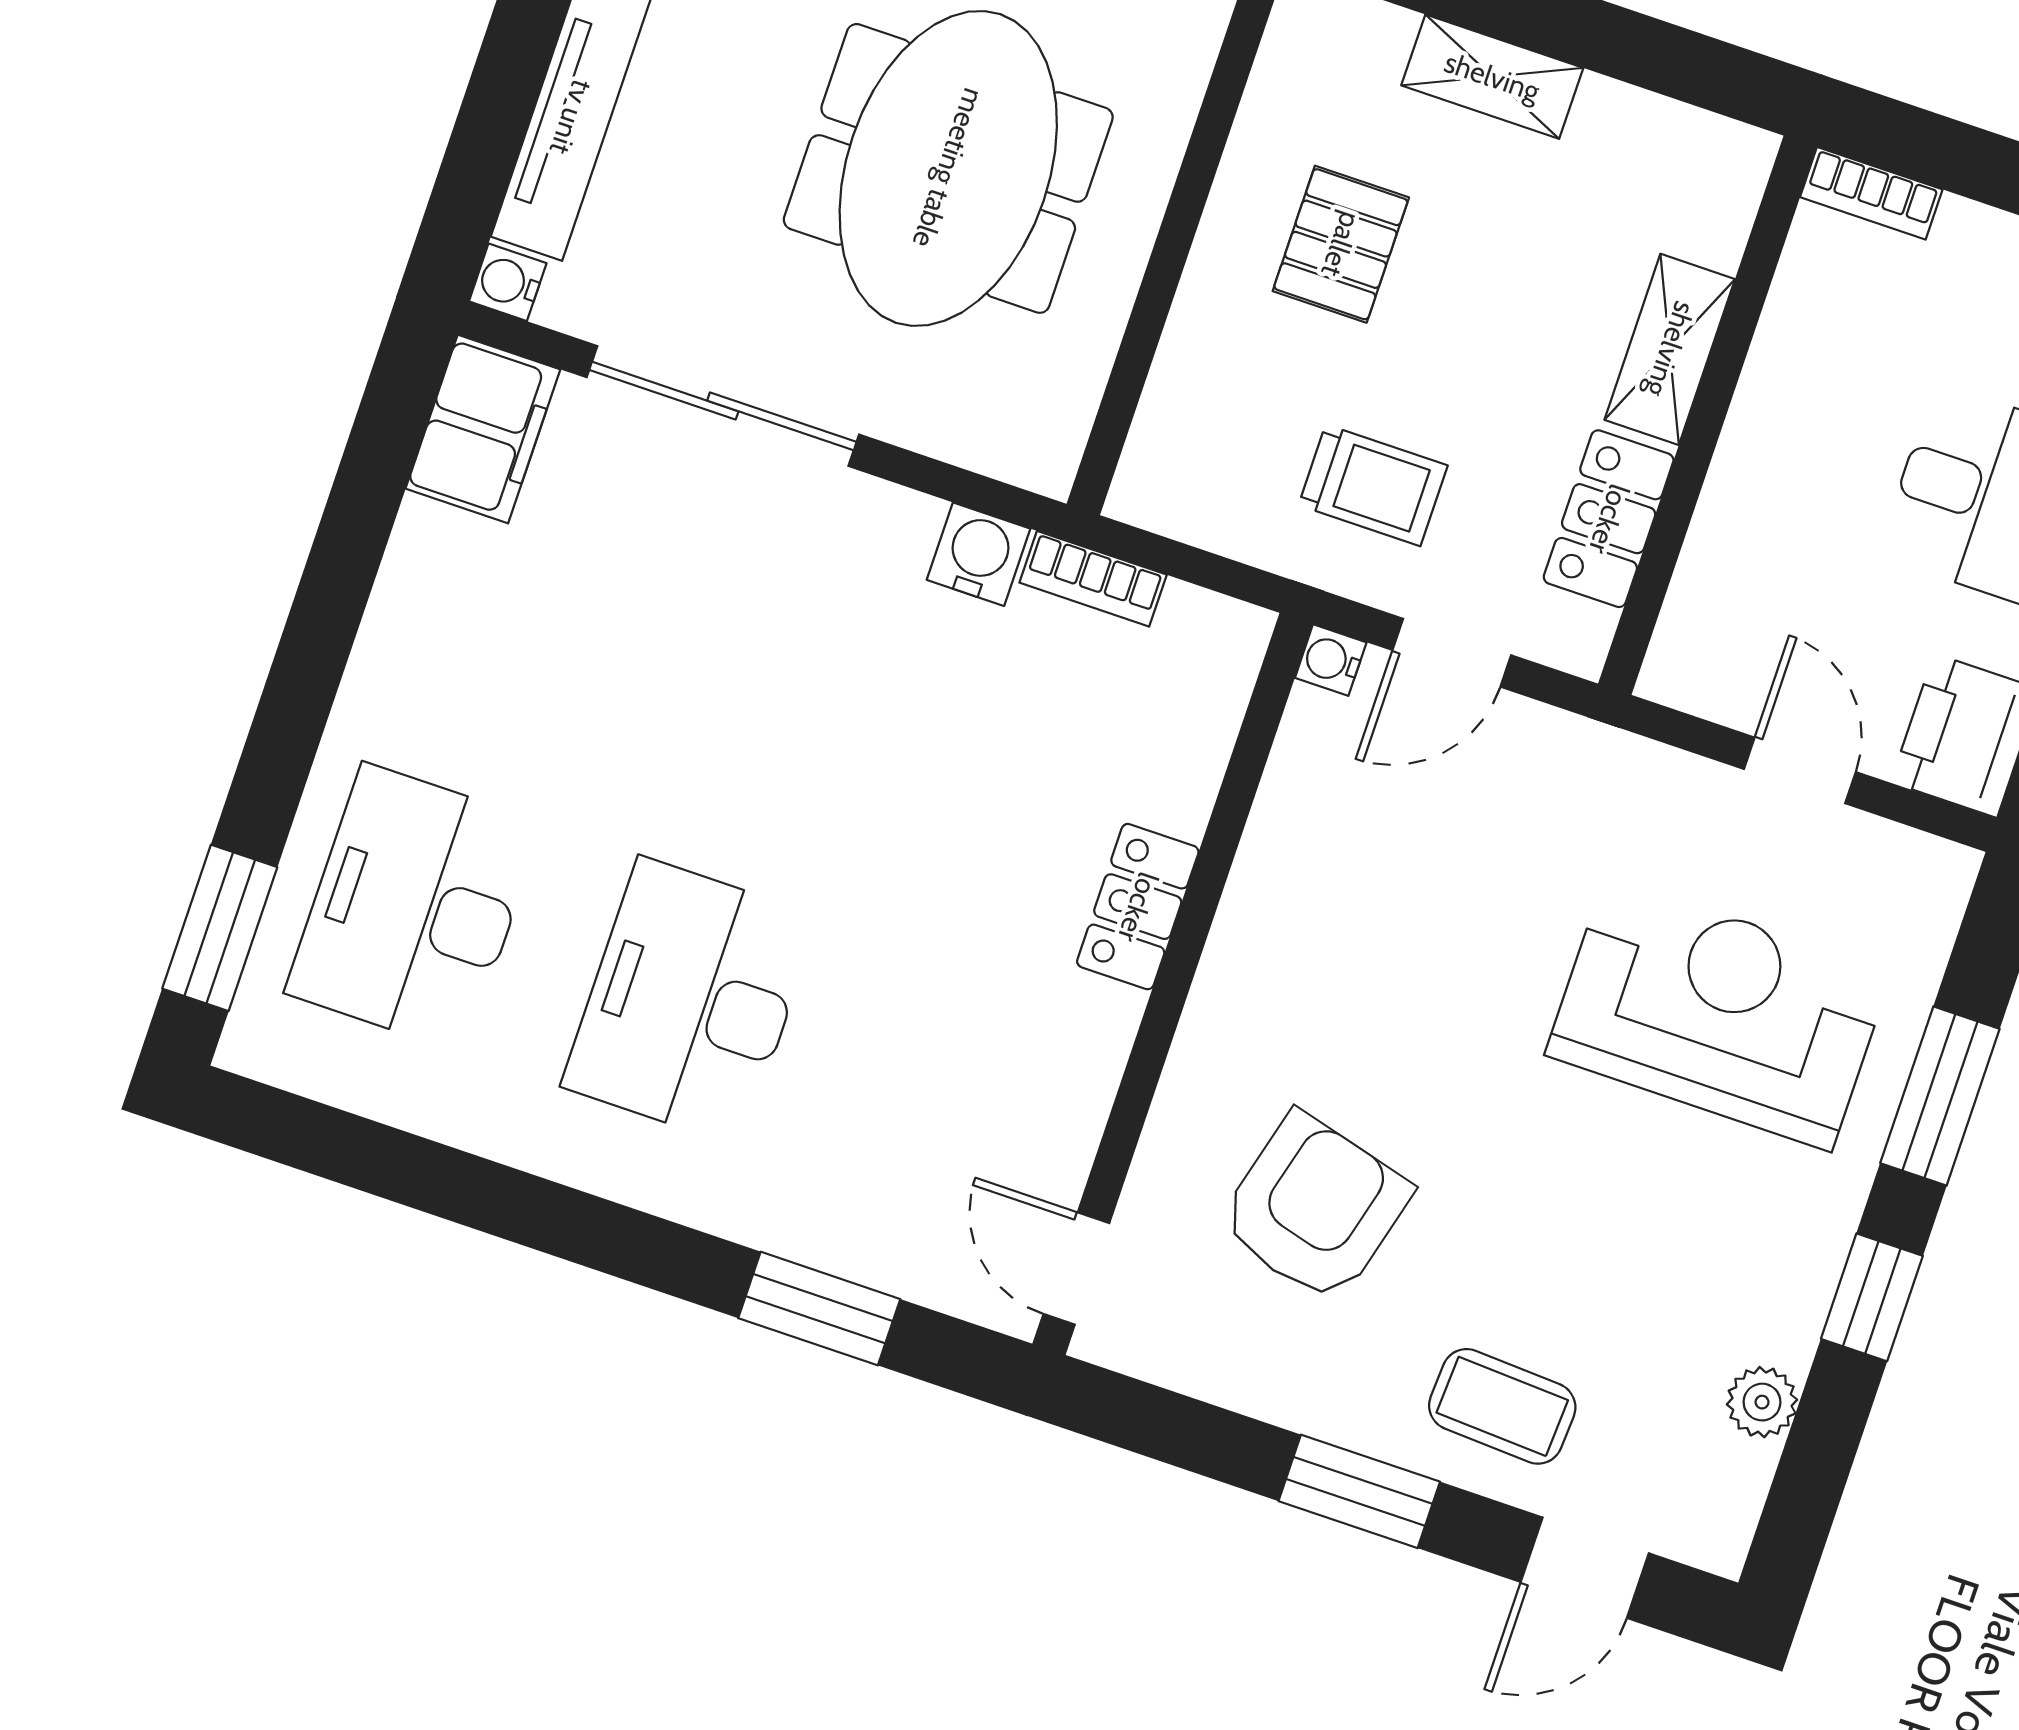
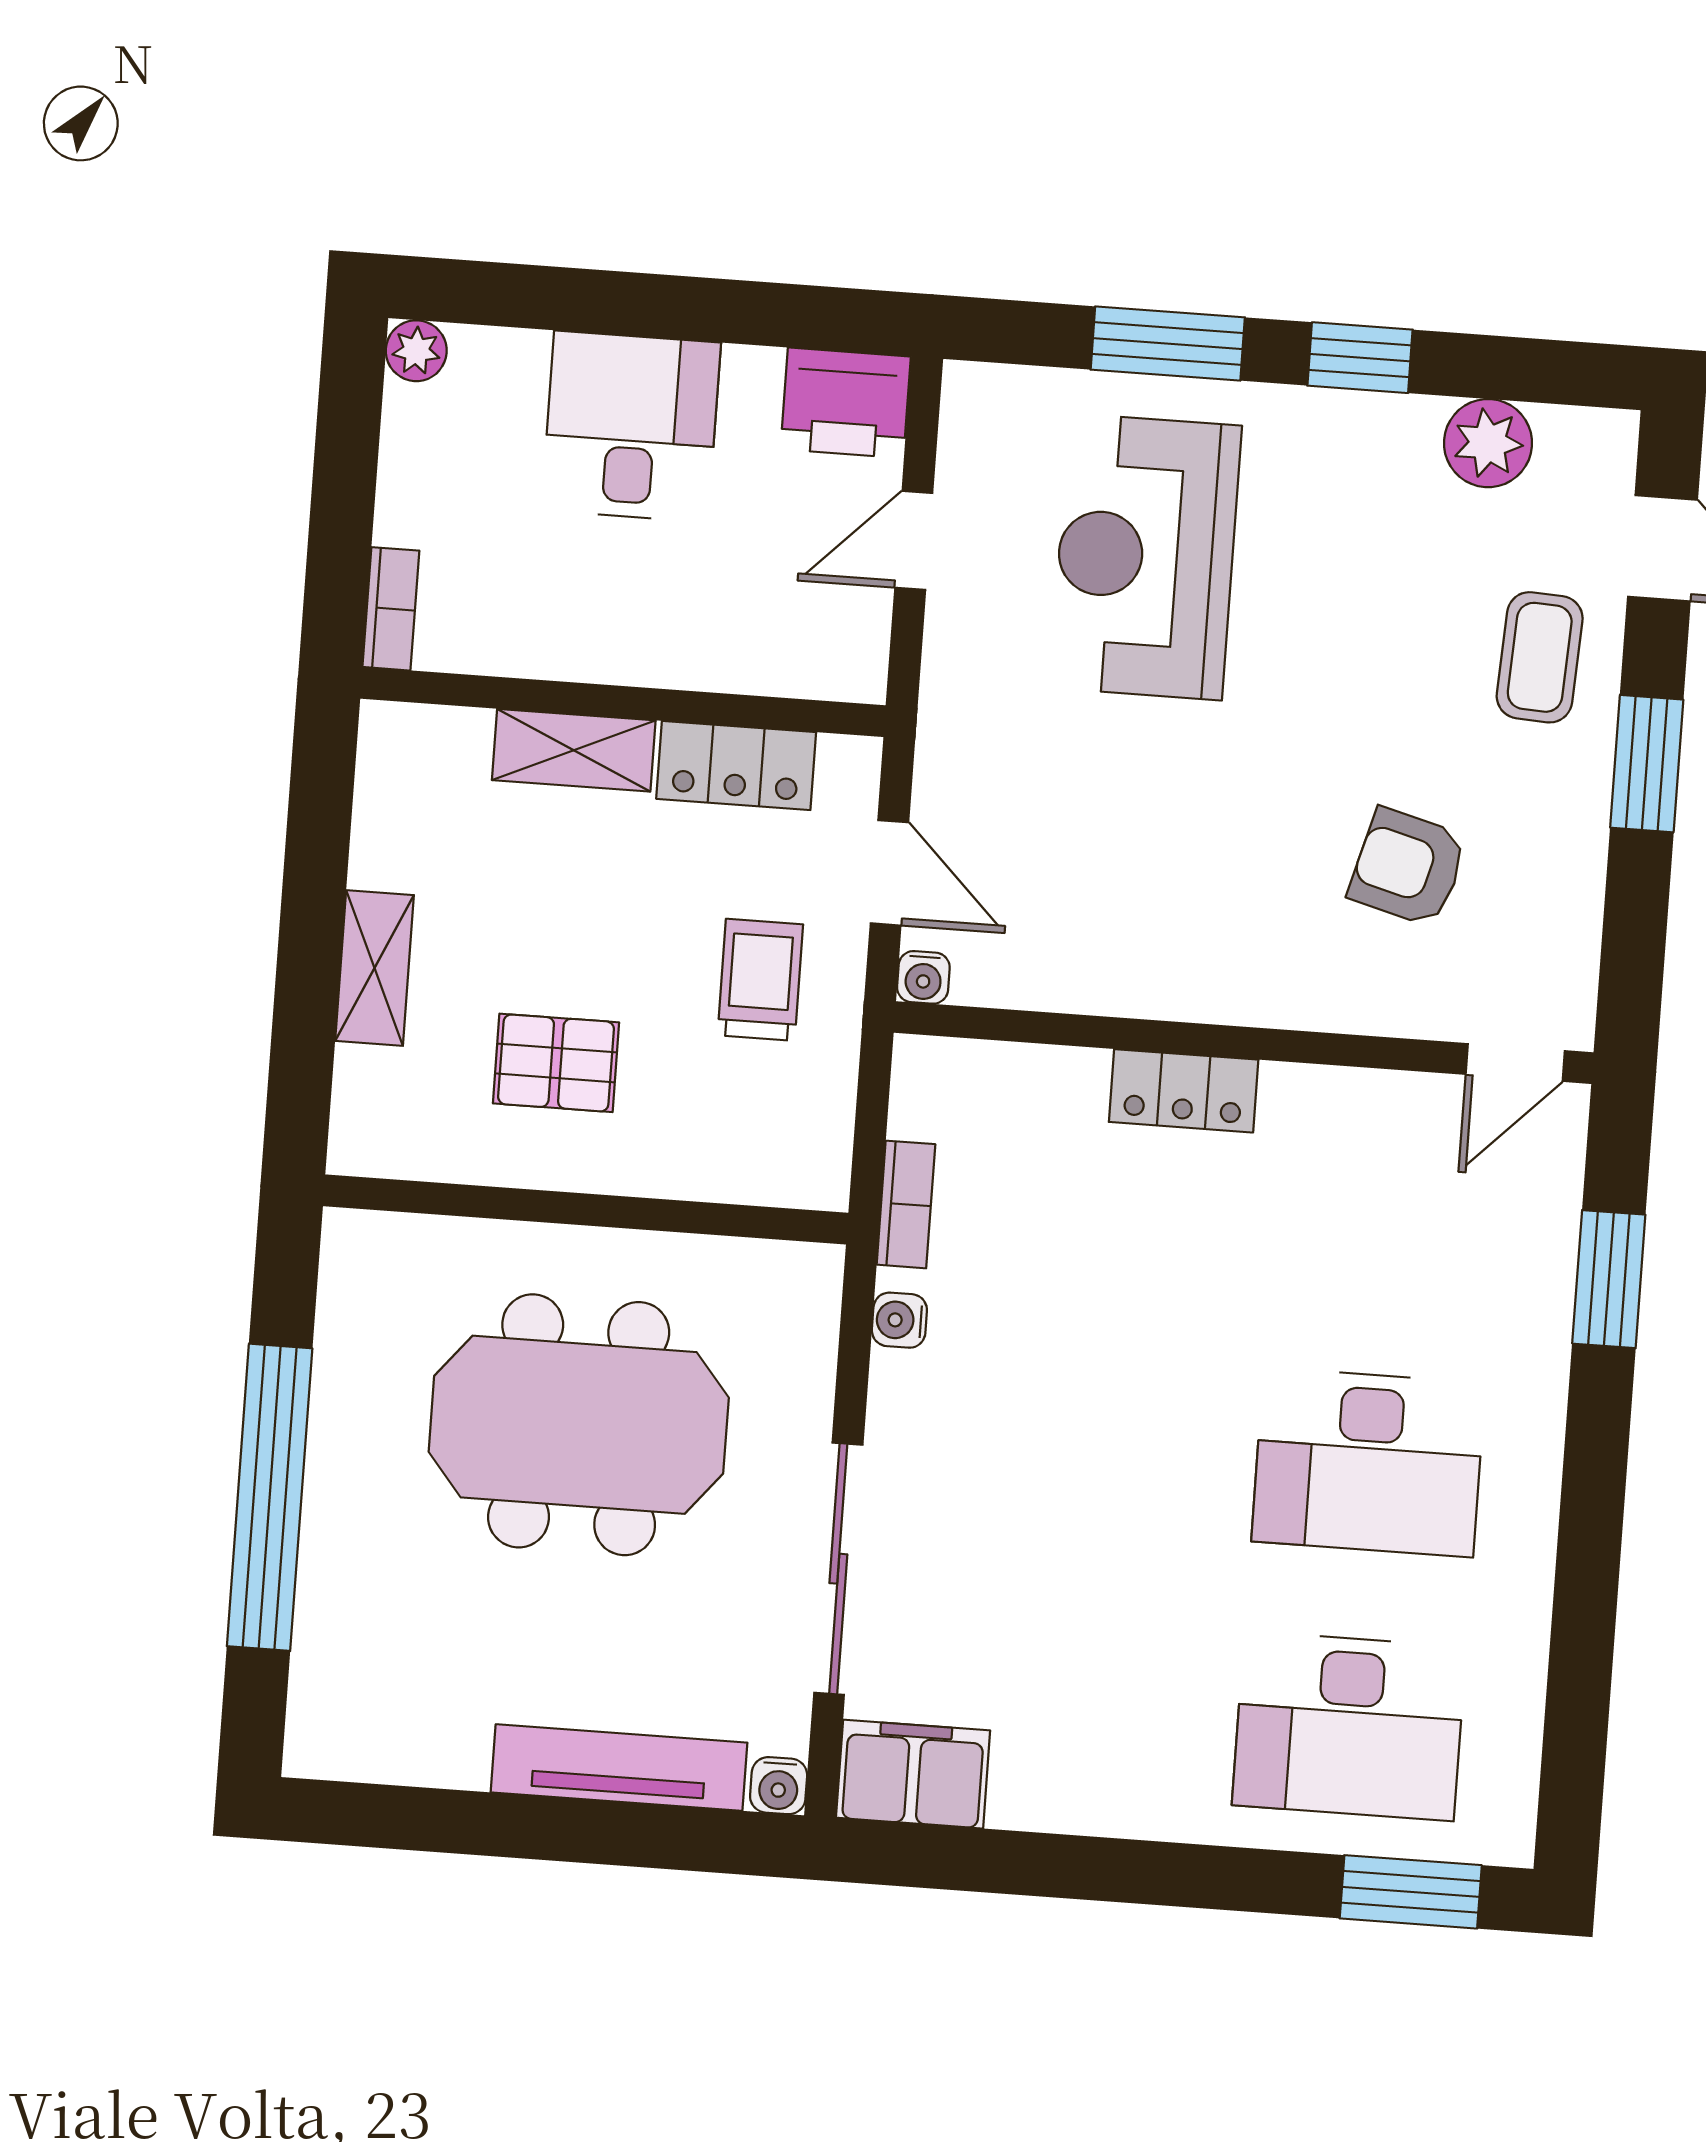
water cooler: (978, 554) -> (899, 1320), width x0.72, depth x0.72
armchair: (1315, 1208) -> (1408, 867), width x0.72, depth x0.72
plant: (1762, 1402) -> (1488, 443), width x1.38, depth x1.38

